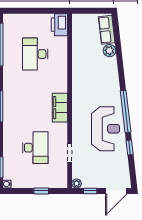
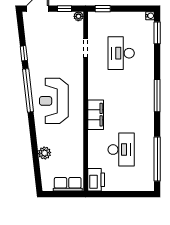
row of seats: (107, 30) -> (68, 184), moved, turned -84
filing cabinet: (60, 108) -> (96, 115), moved
reception desk: (105, 129) -> (54, 101), moved
window: (41, 191) -> (103, 9), moved

